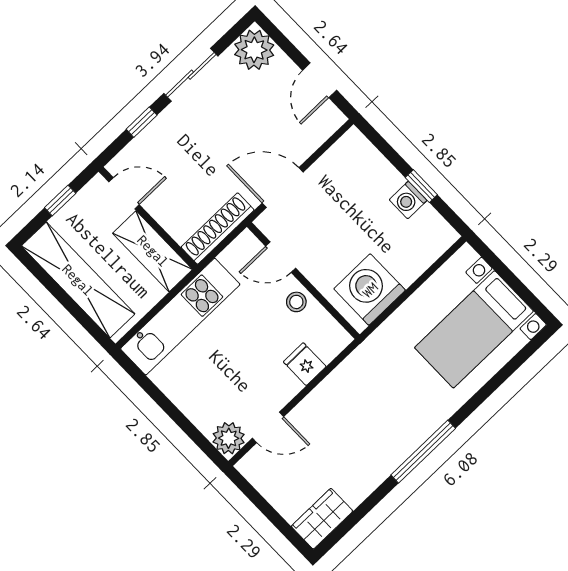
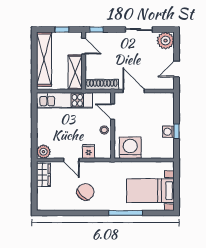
window: (142, 122) -> (96, 30), moved
door: (268, 427) -> (71, 160), moved
chair: (366, 438) -> (86, 192), added
window: (423, 452) -> (126, 213), moved
wardrobe: (322, 519) -> (43, 175), moved, turned 90

